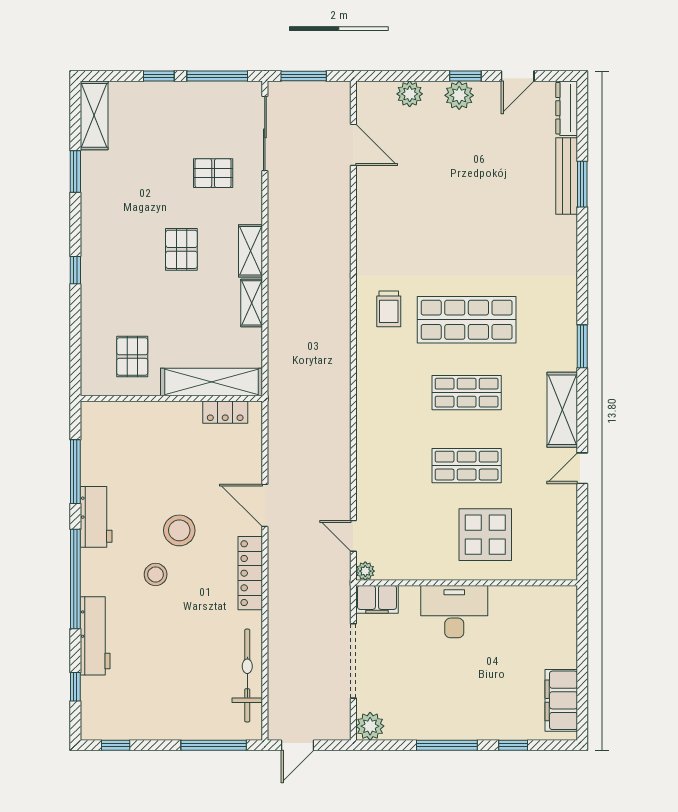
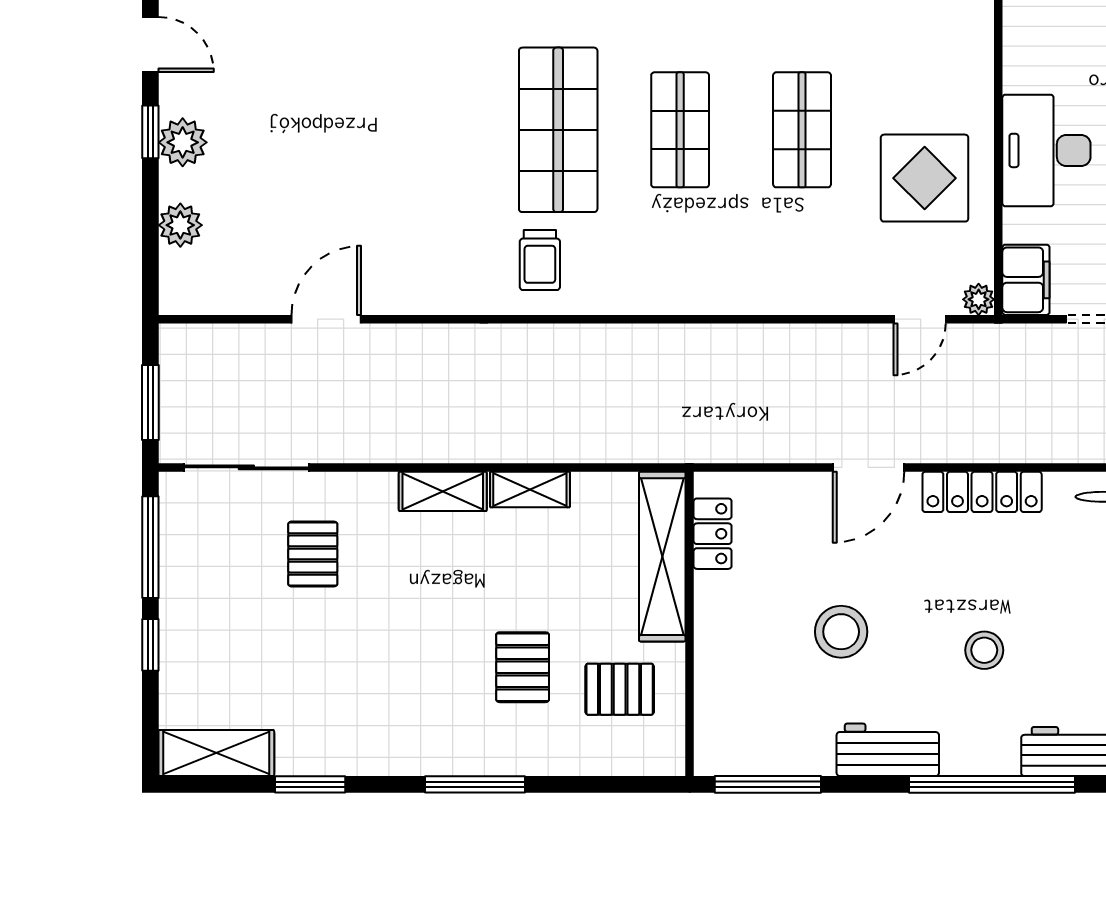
door: (353, 145) -> (326, 319), moved
pallet: (181, 249) -> (523, 667), moved, turned 90
window: (75, 270) -> (475, 784), width x2.17
trolley: (389, 309) -> (540, 260), turned 90
window: (75, 472) -> (768, 784), moved
stool: (179, 530) -> (841, 632), moved
display table: (485, 535) -> (925, 178), moved

